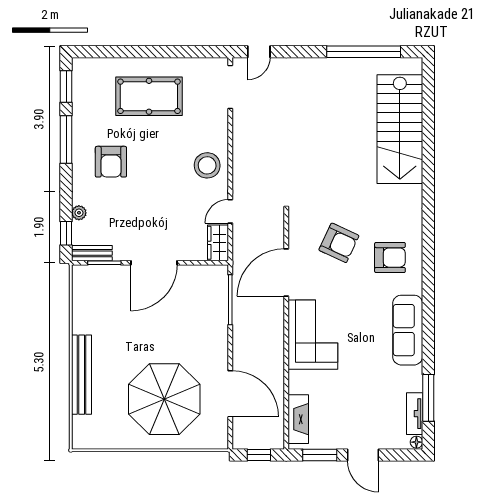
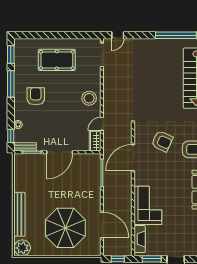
armchair: (111, 162) -> (36, 96), turned 180
corner sofa: (313, 335) -> (148, 205), moved
plant: (87, 435) -> (22, 248), added

